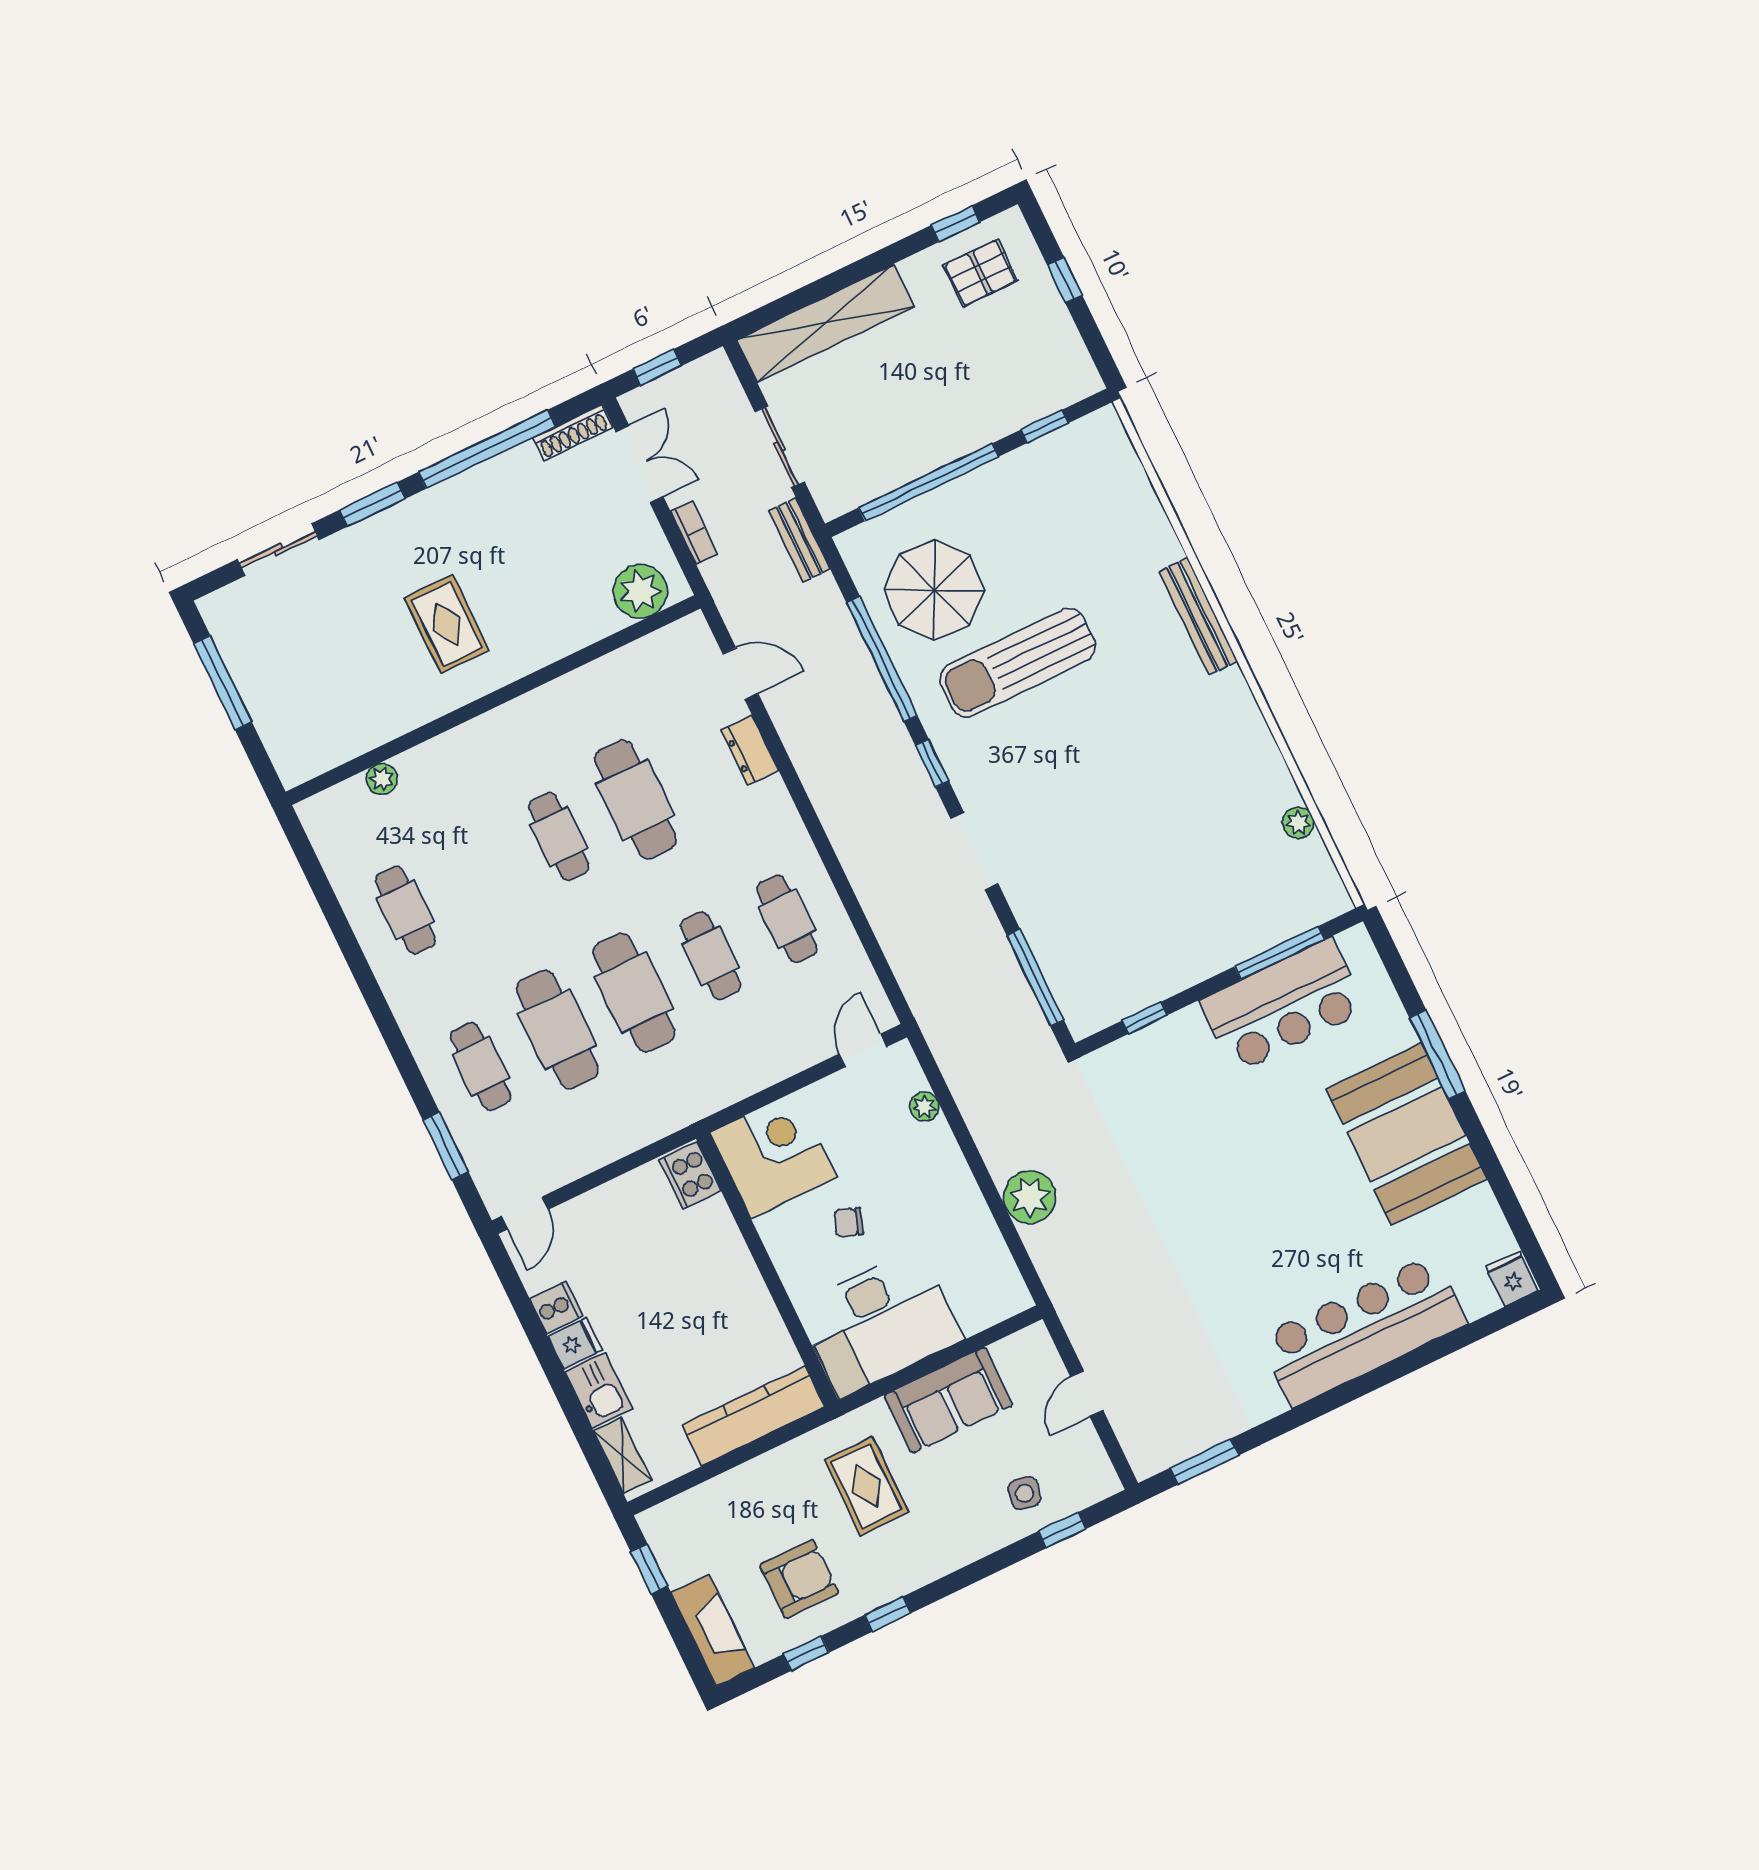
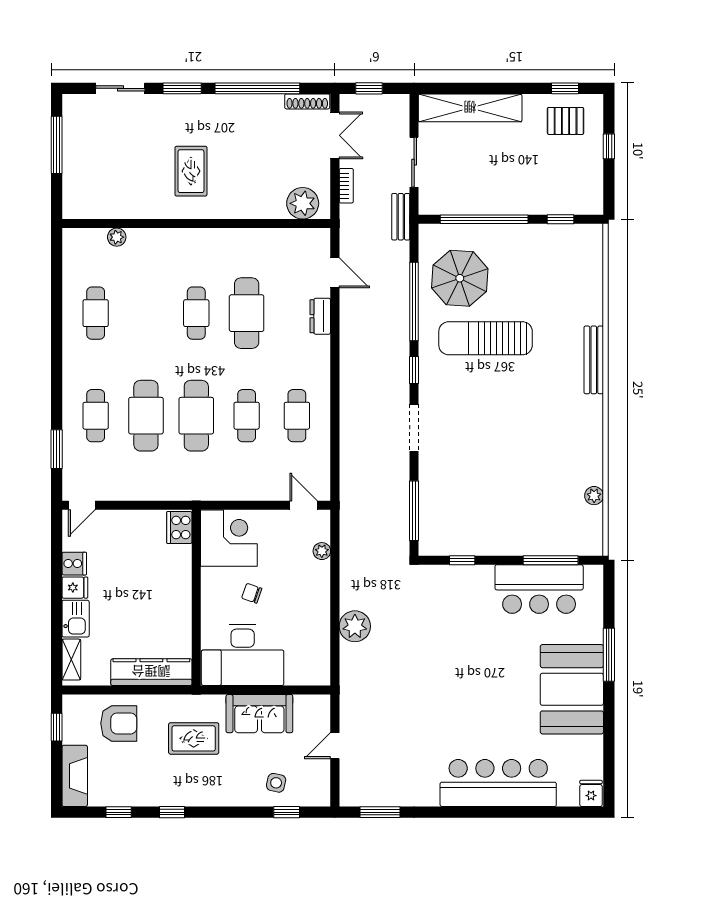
door: (863, 1050) -> (304, 505), hinge flipped
rug: (866, 1486) -> (194, 738), turned 90
armchair: (799, 1579) -> (119, 723), moved

